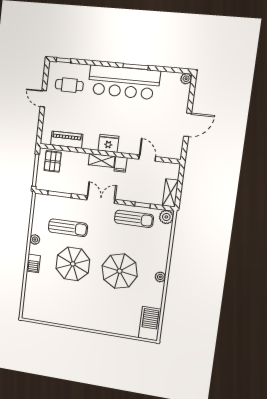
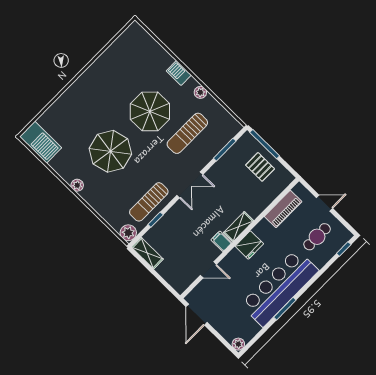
piano: (67, 140) -> (283, 209), moved
fridge: (108, 143) -> (249, 245), moved
wall: (109, 154) -> (240, 238), moved
door: (147, 158) -> (208, 270), moved
shelving: (102, 160) -> (239, 227), moved
filing cabinet: (121, 164) -> (221, 241), moved

